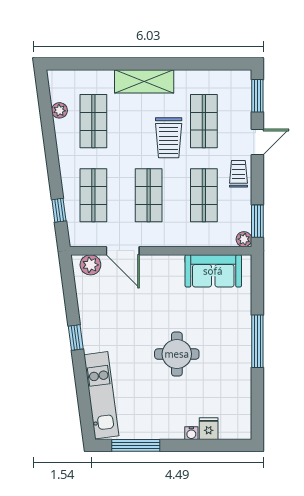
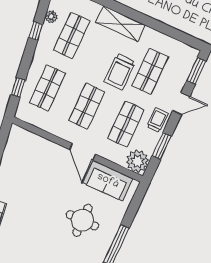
window: (49, 135) -> (36, 31), added
window: (257, 221) -> (162, 146), moved
plant: (244, 239) -> (137, 161), width x1.88, depth x1.88
door: (123, 251) -> (83, 152), moved
plant: (90, 265) -> (23, 136), removed
round table: (177, 354) -> (82, 220), moved

